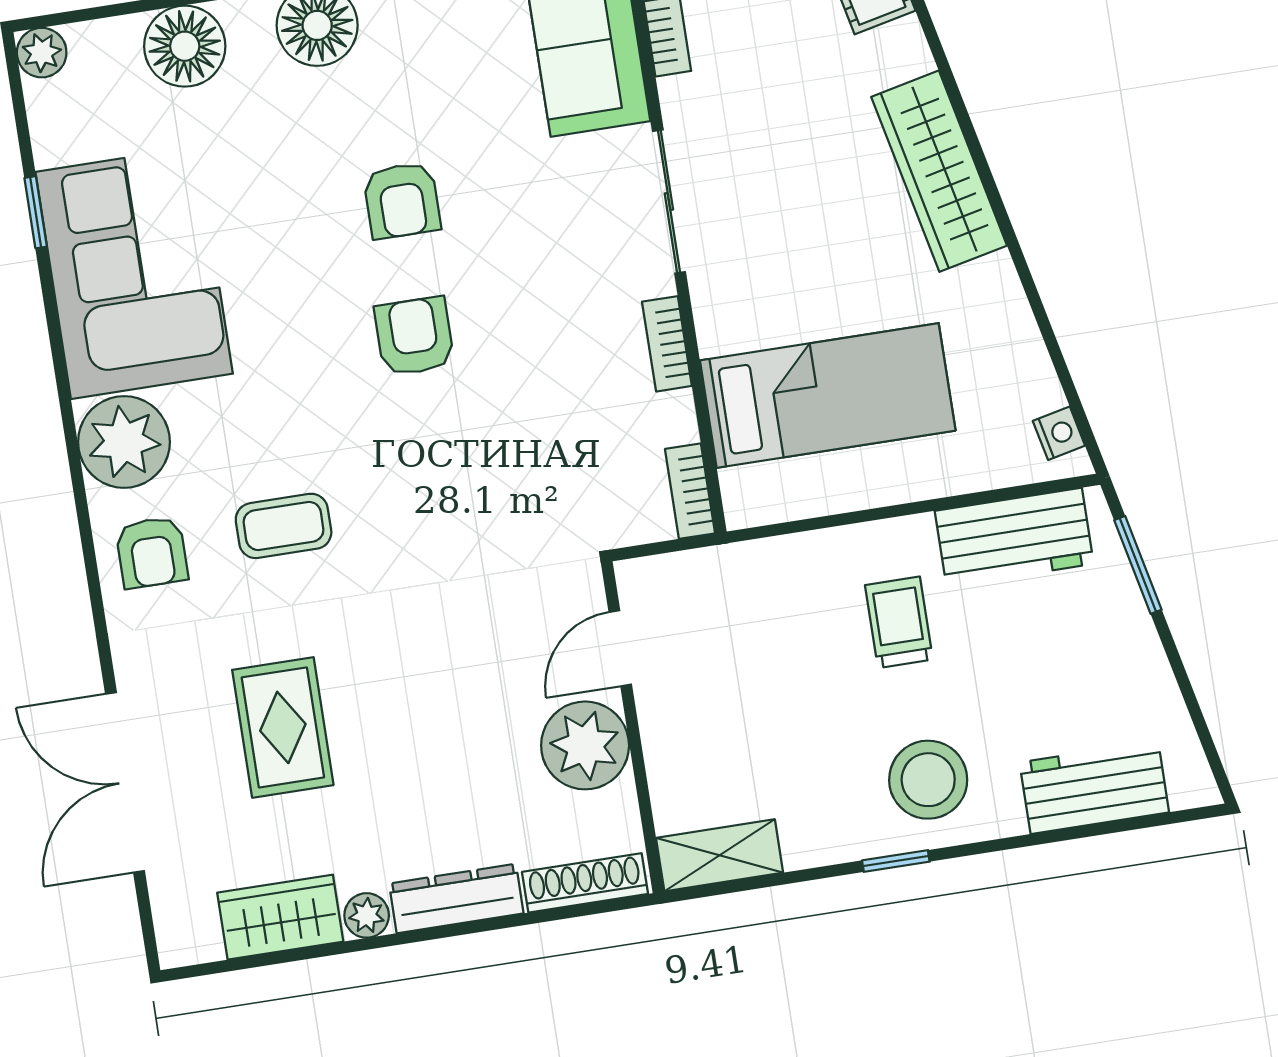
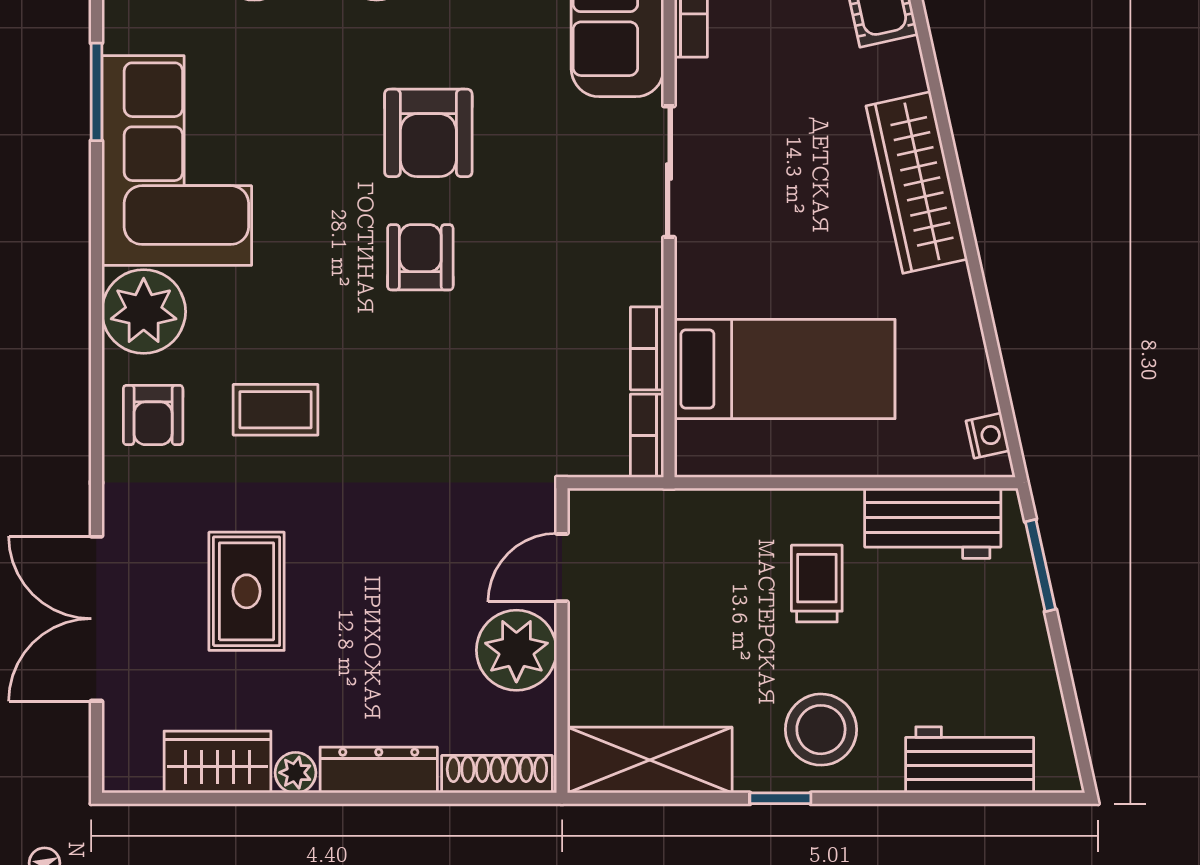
armchair: (402, 200) -> (428, 133), width x1.38, depth x1.38
window: (36, 212) -> (96, 92), width x1.50
bookcase: (667, 344) -> (647, 348), moved
shelving: (720, 855) -> (650, 760), width x1.50, depth x1.33

